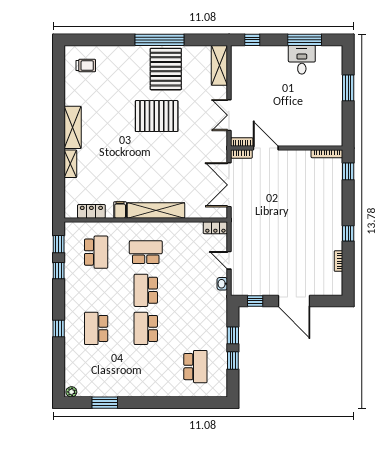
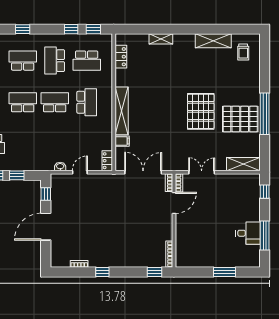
shelving: (73, 127) -> (213, 41), moved
filing cabinet: (120, 210) -> (122, 141), moved
school desk: (96, 290) -> (55, 61), added

